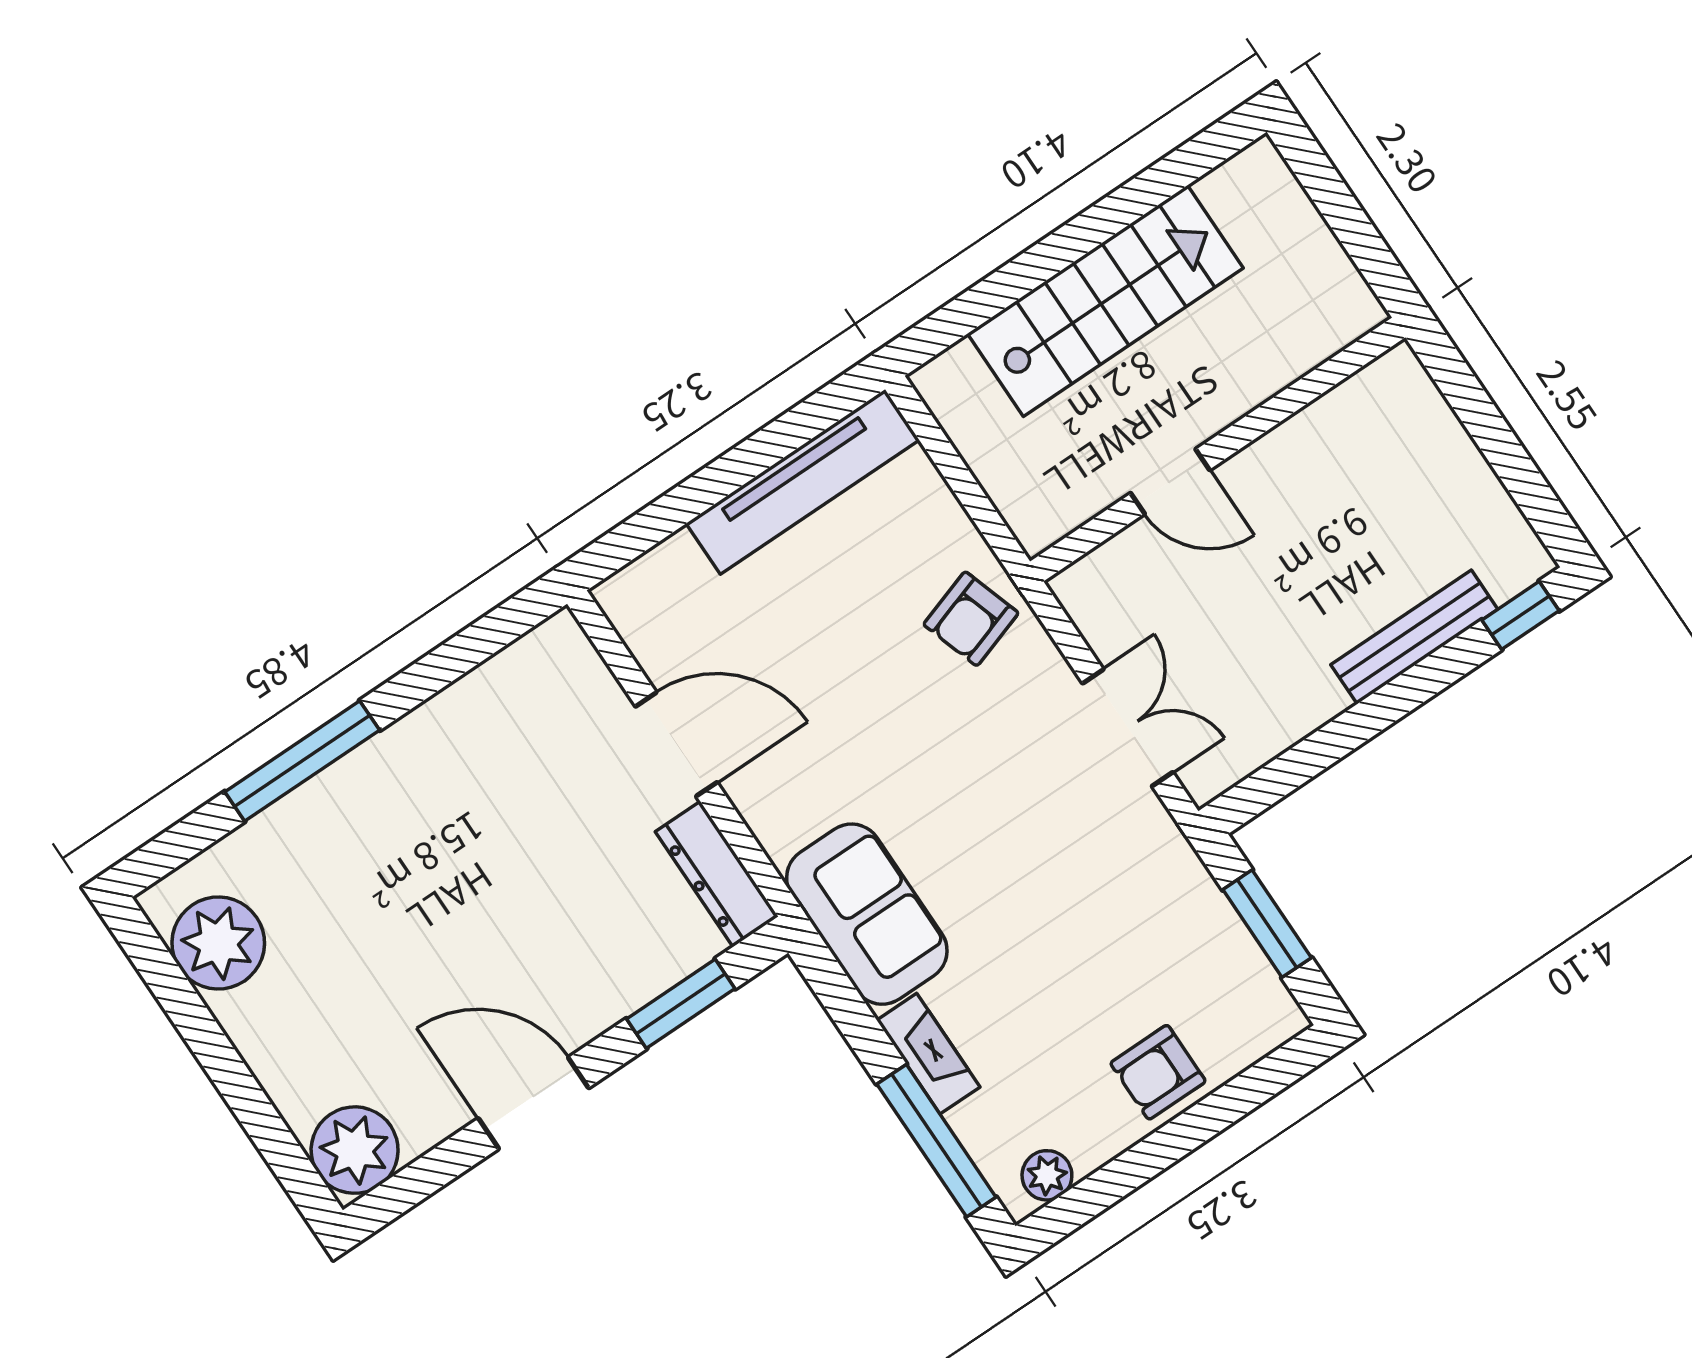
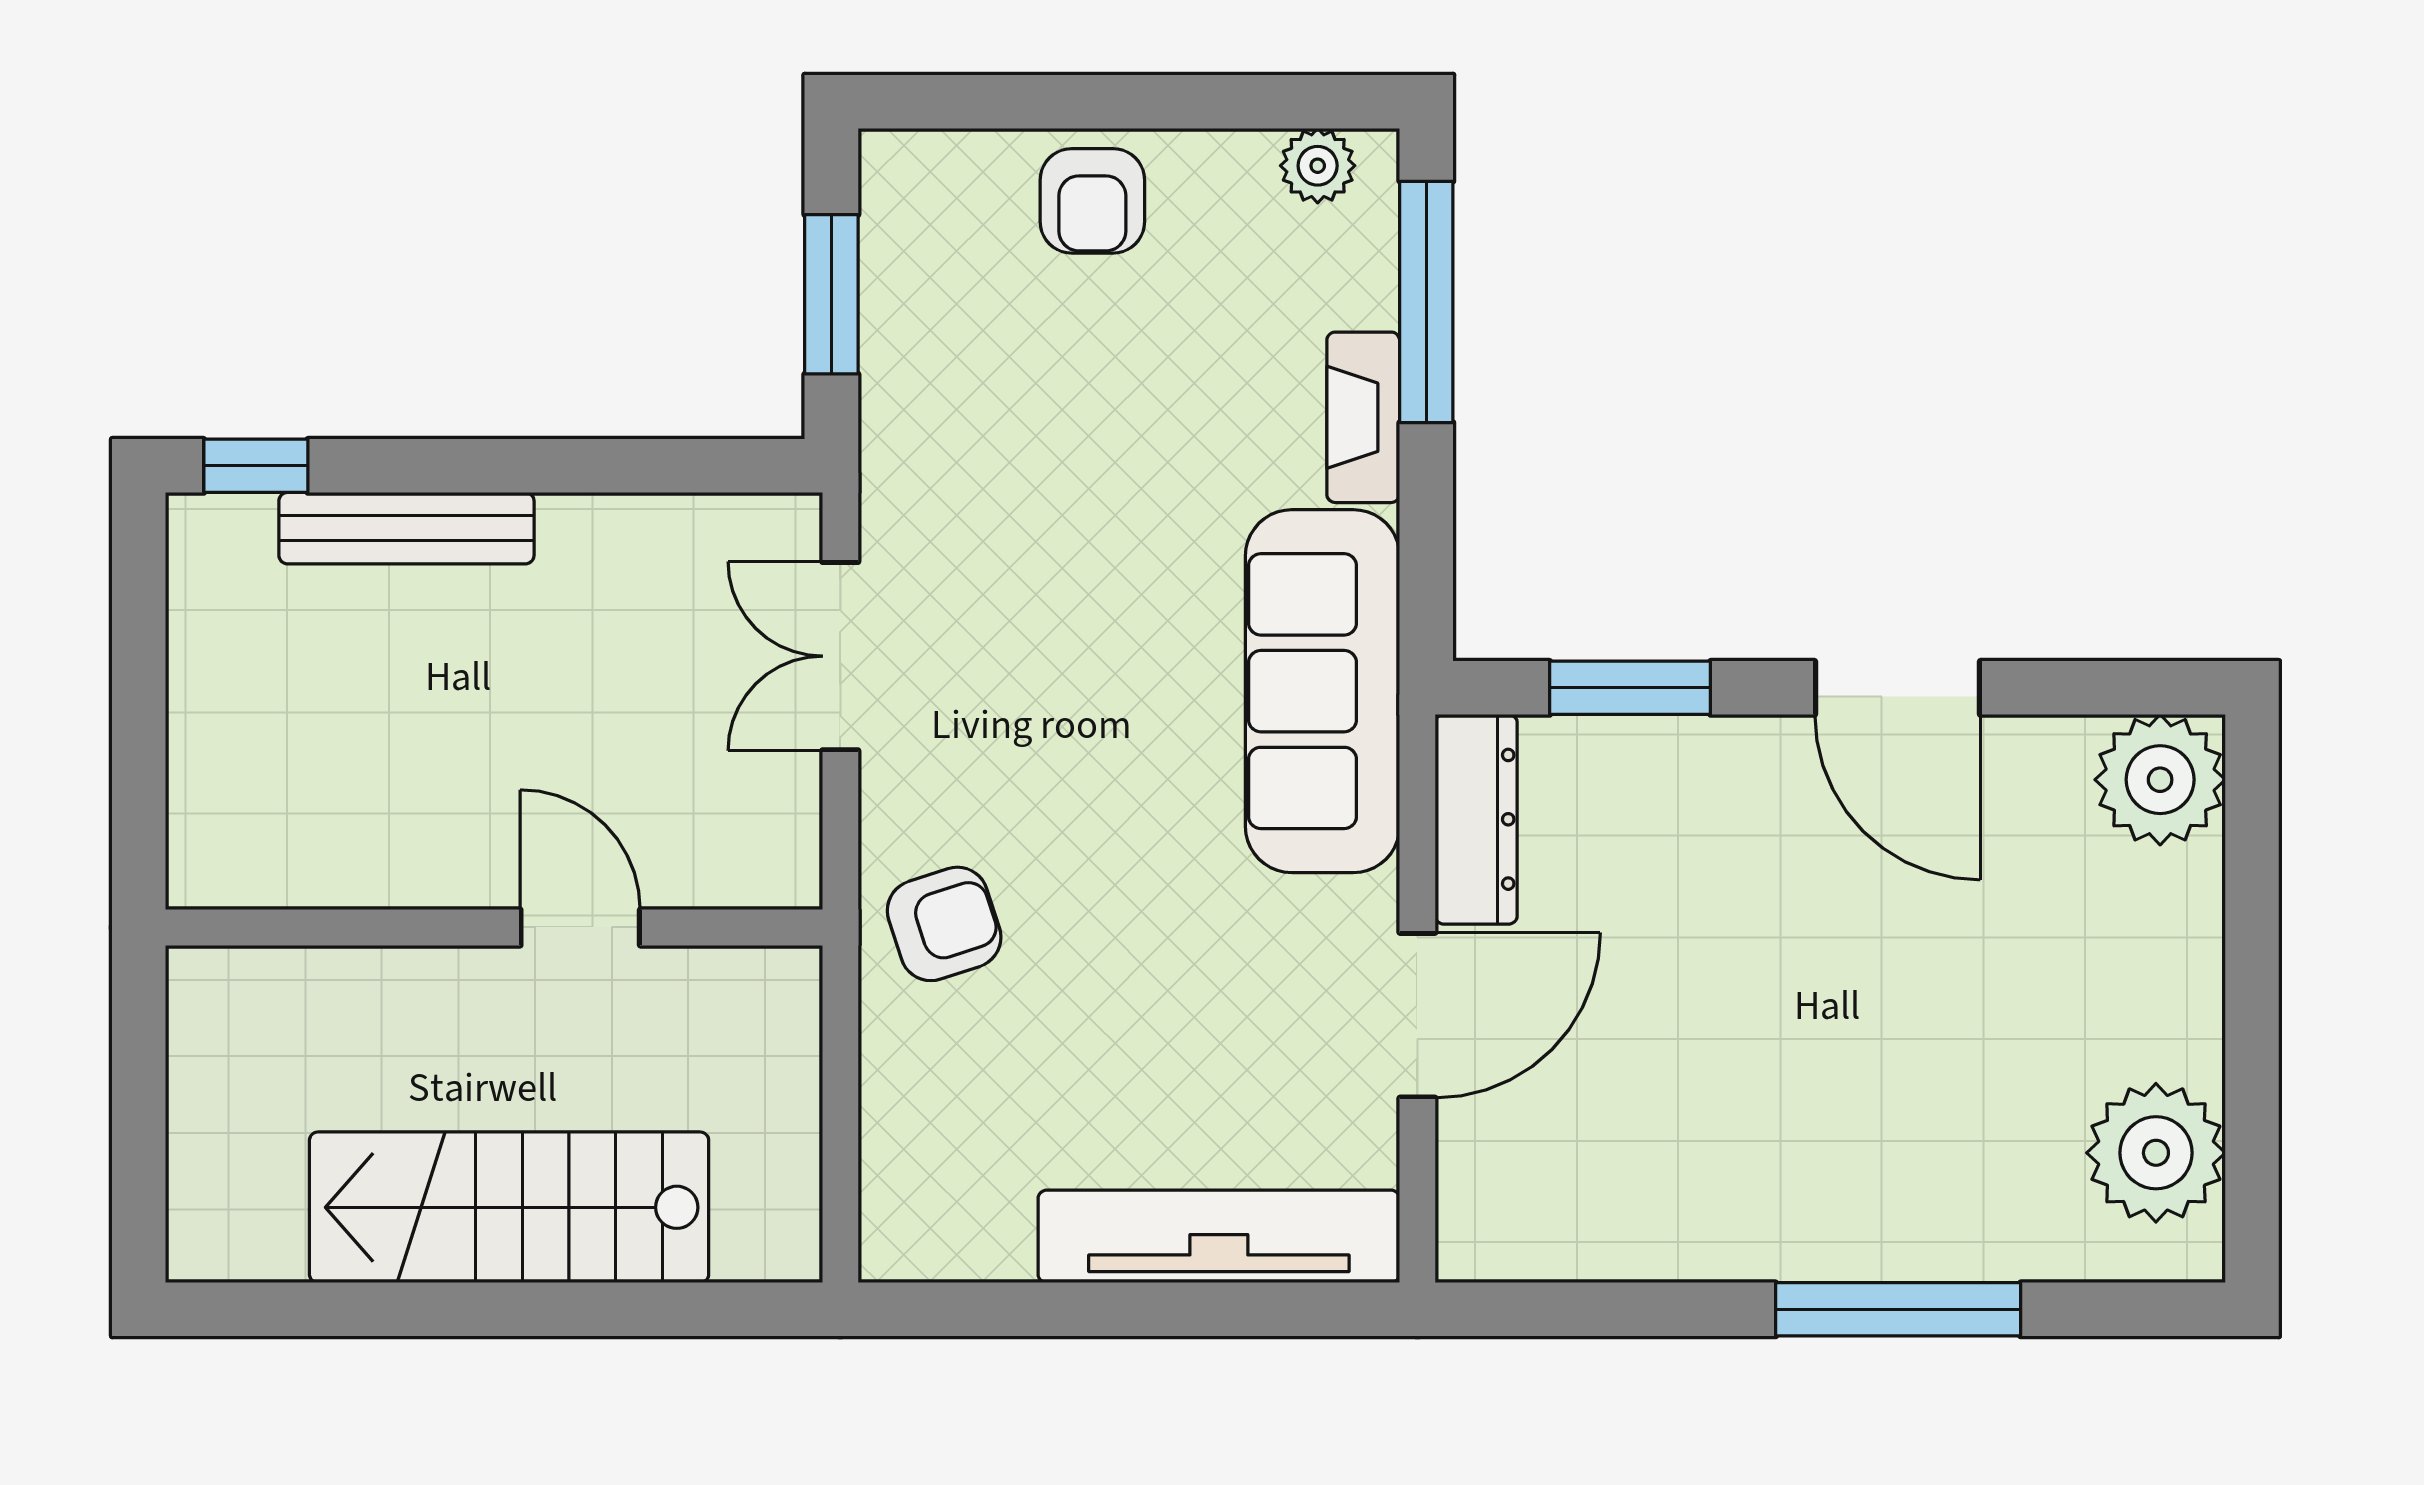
tv unit: (803, 482) -> (1219, 1236), moved
door: (676, 744) -> (1417, 1015), swing flipped
sofa: (867, 914) -> (1323, 691), width x1.36
armchair: (1158, 1072) -> (1092, 201), turned 90

